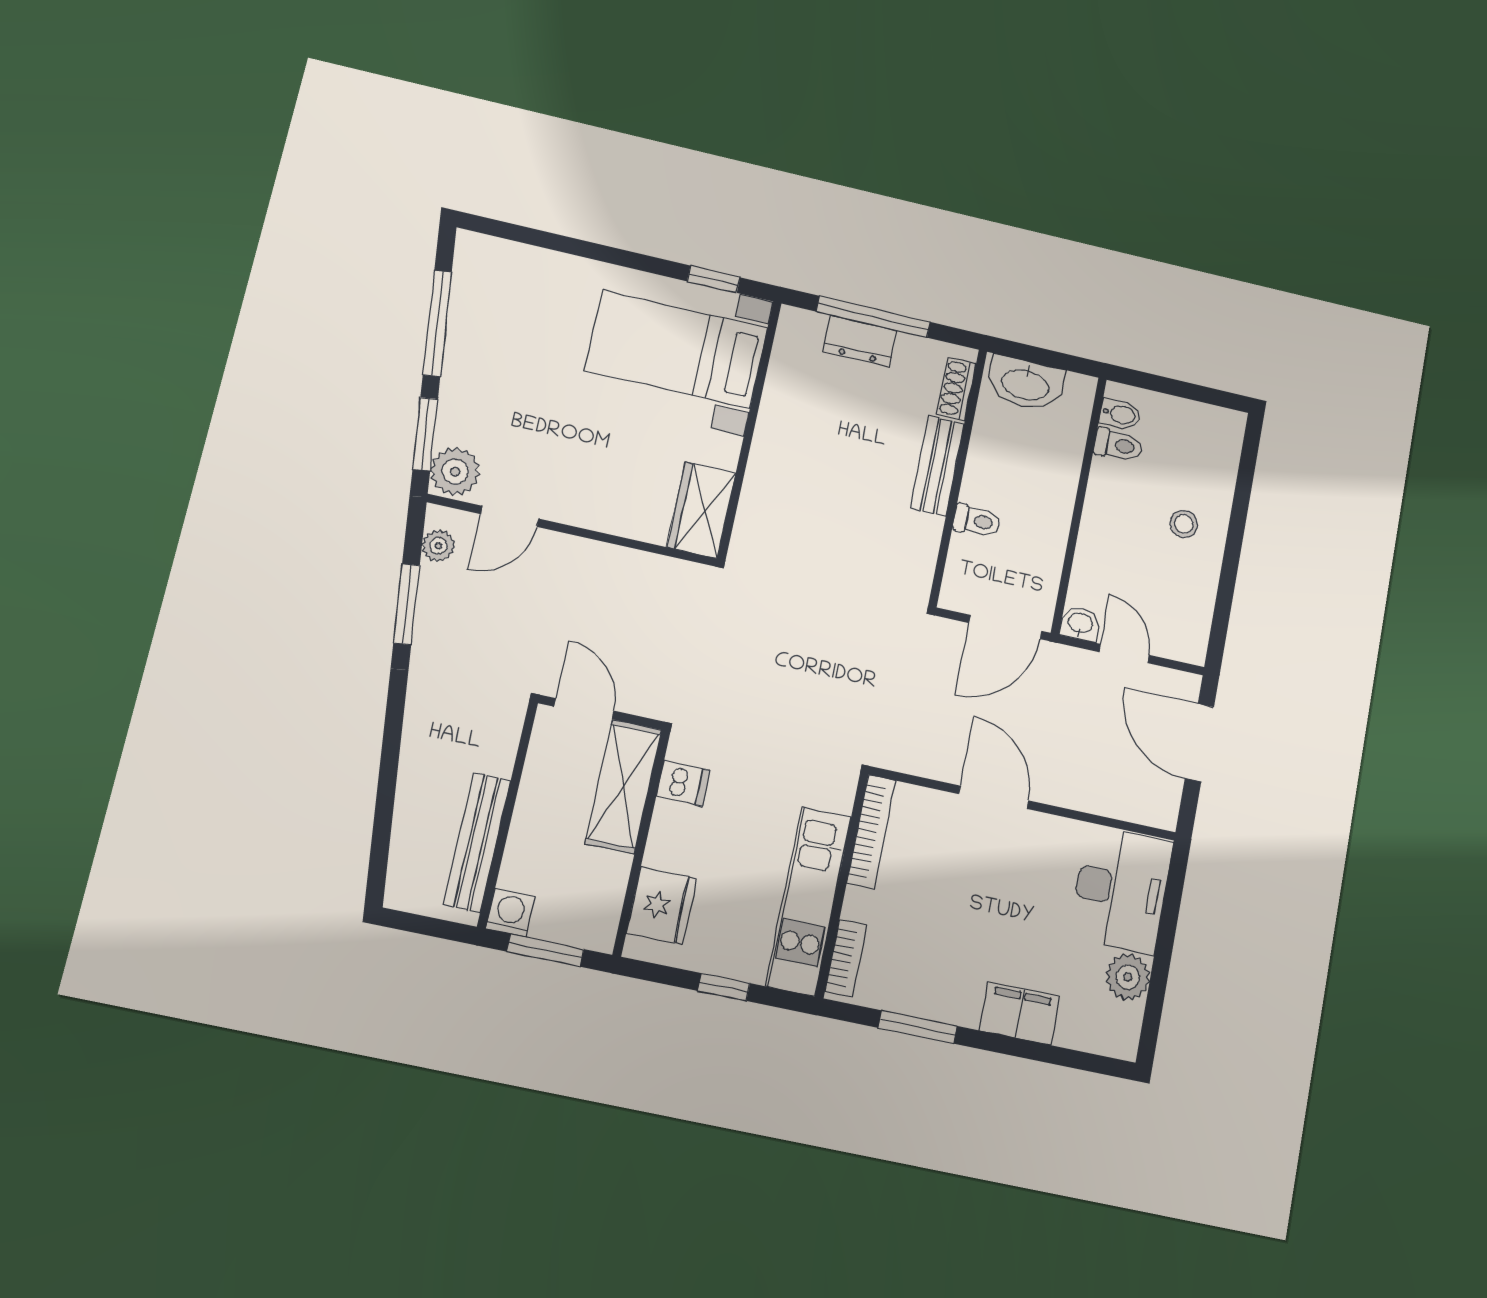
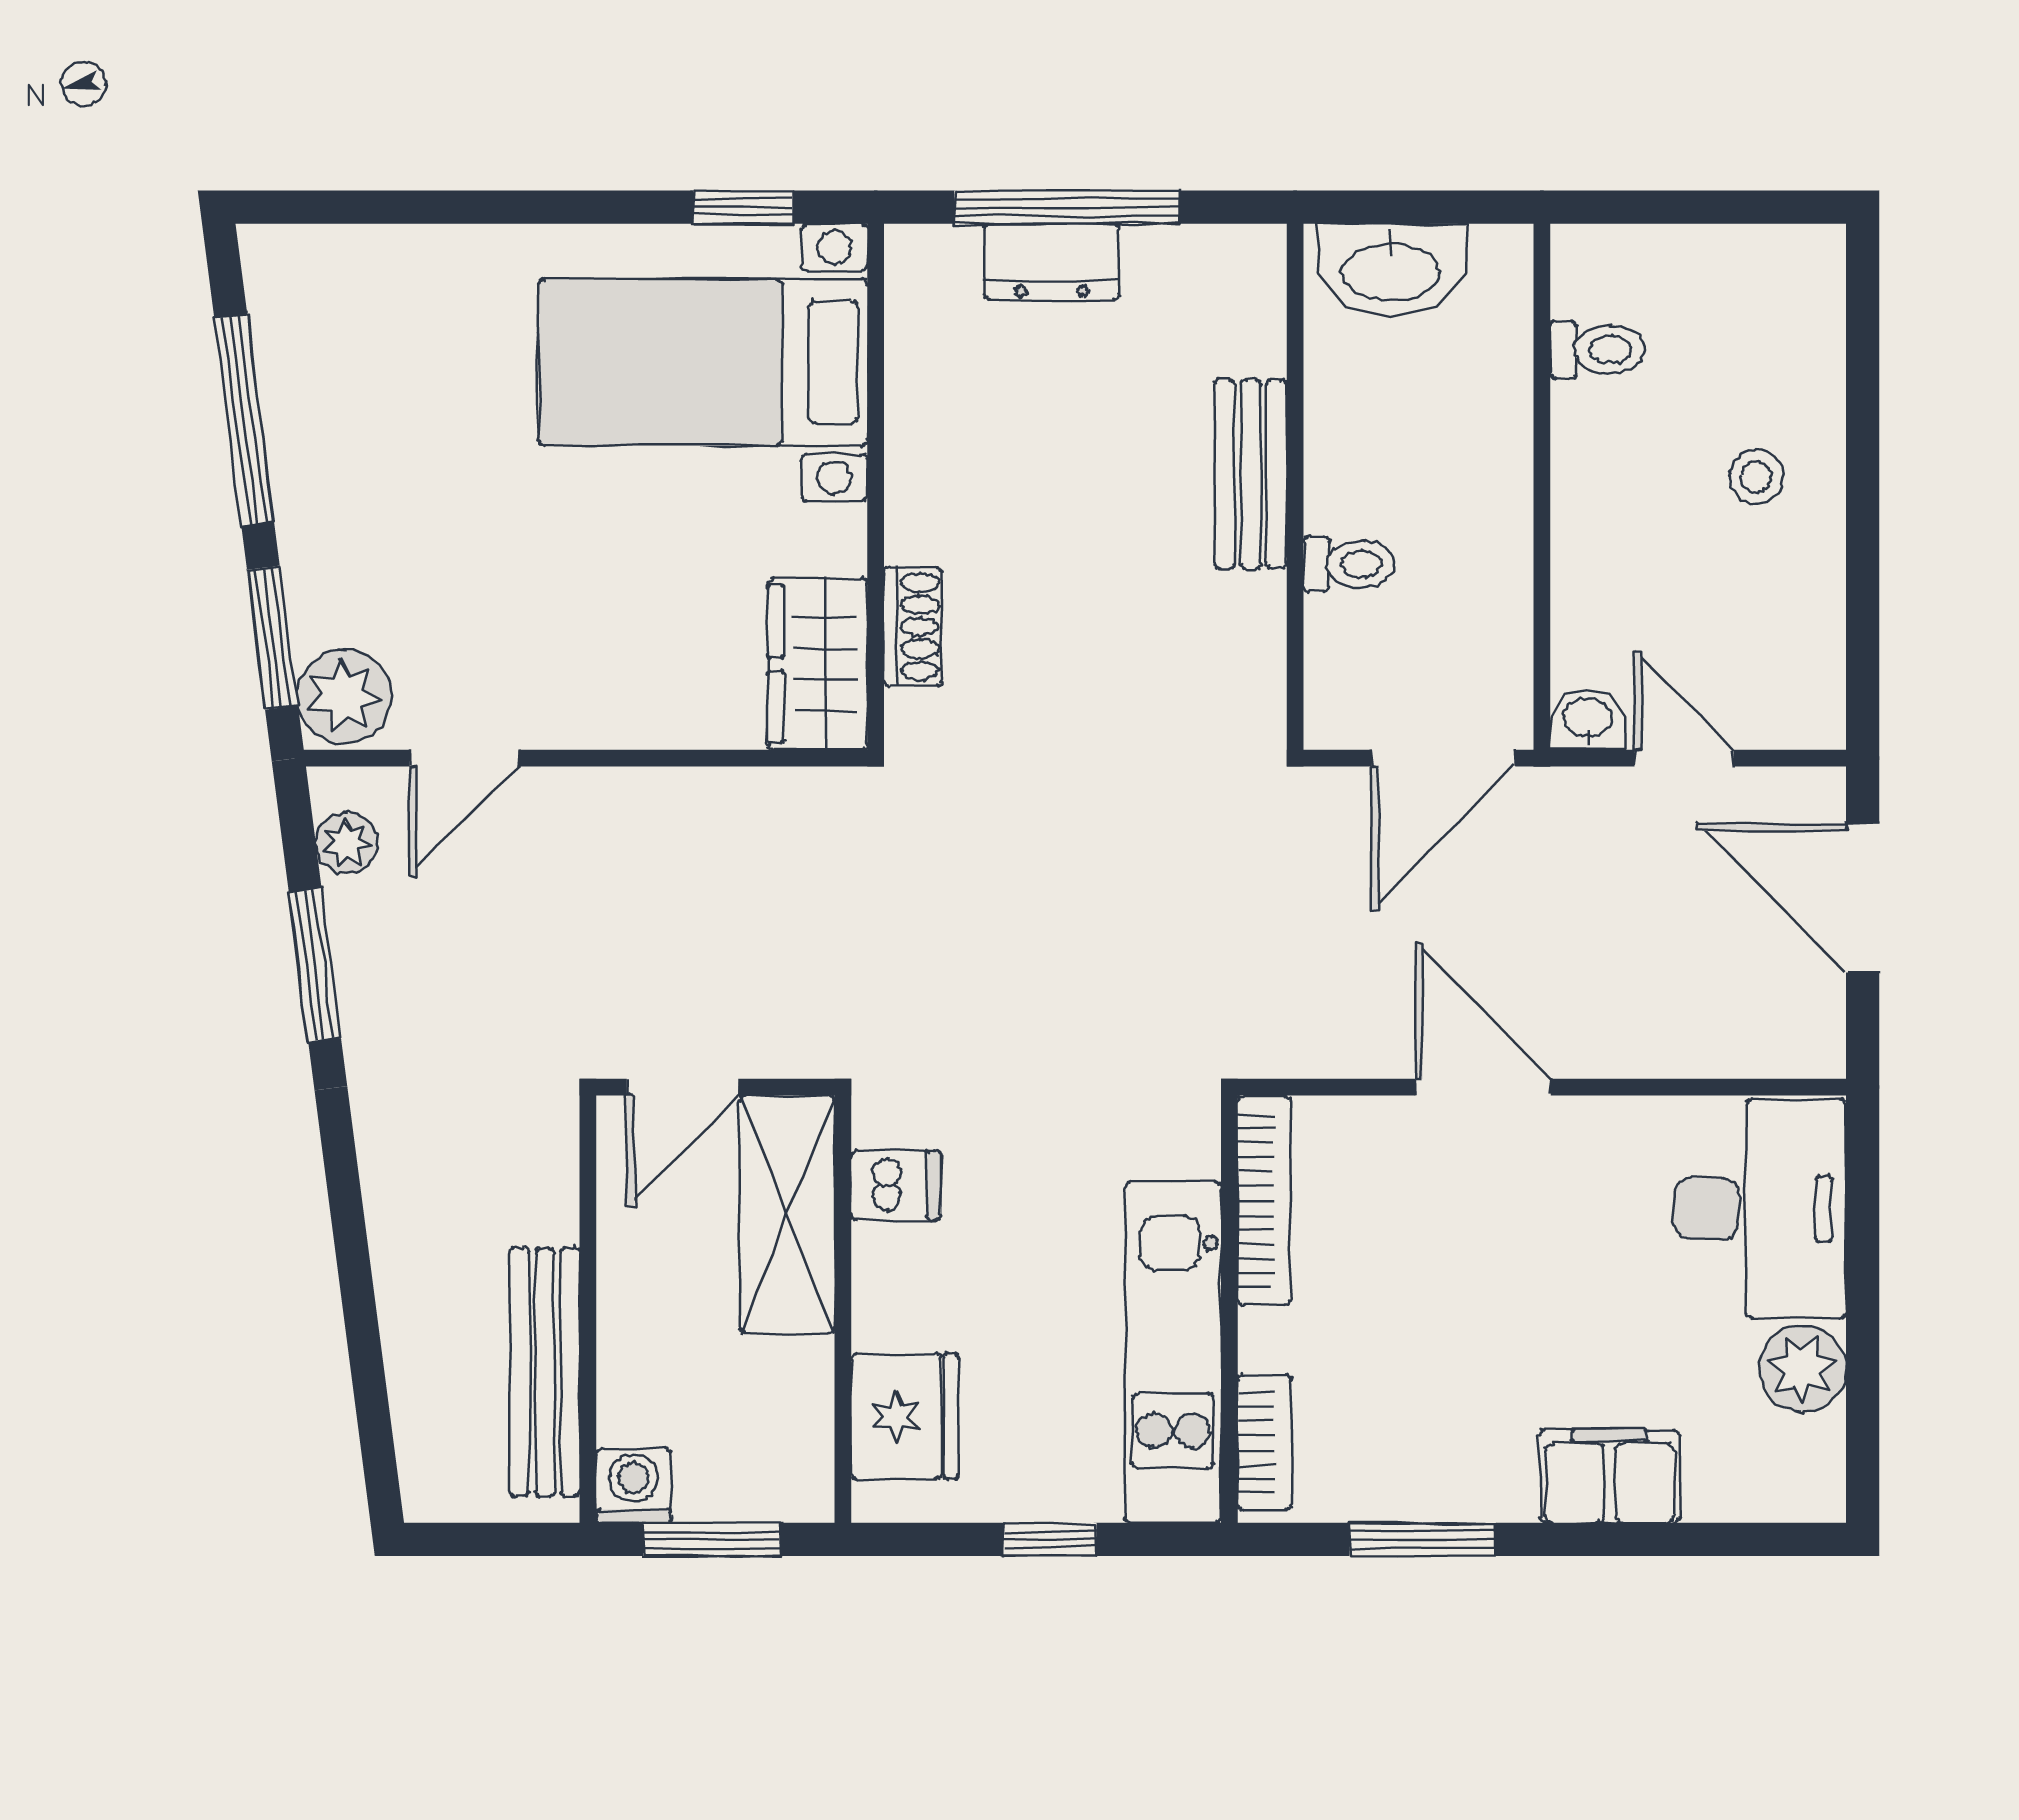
shoe rack: (956, 389) -> (913, 627), moved, turned 180
bidet: (1120, 414) -> (1590, 287), removed
door: (584, 709) -> (682, 1087), swing flipped

